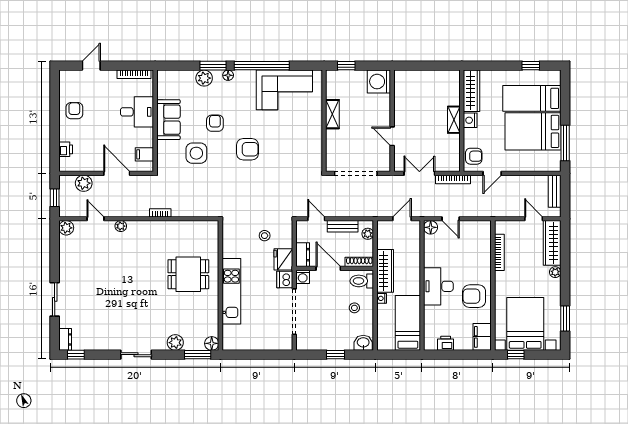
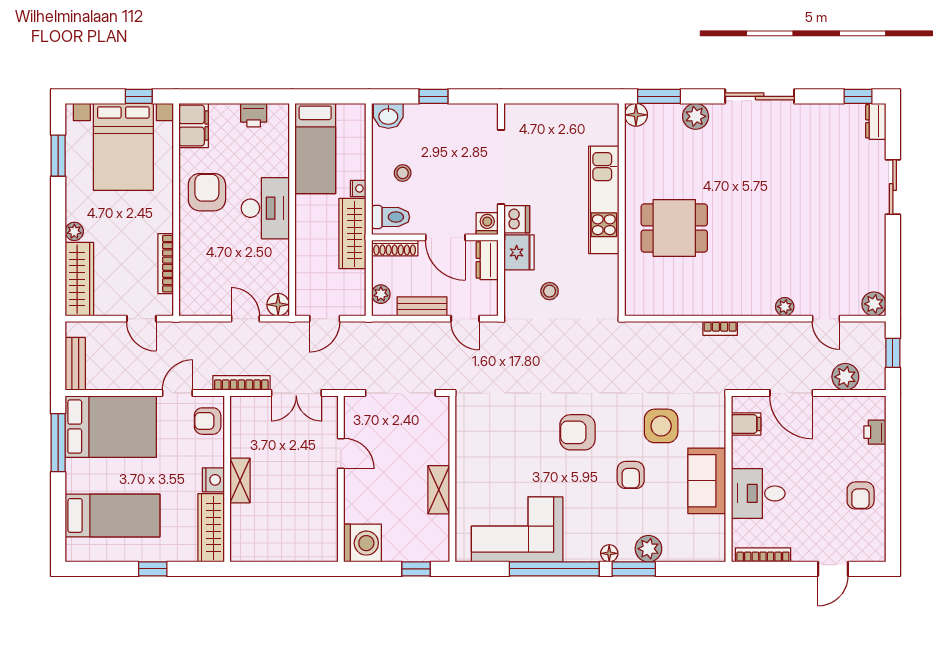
window: (531, 66) -> (153, 569), moved
bed: (533, 131) -> (111, 427), moved
door: (534, 219) -> (141, 319), moved
armchair: (474, 296) -> (207, 192), turned -90
sliding door: (136, 355) -> (760, 96), width x1.37

